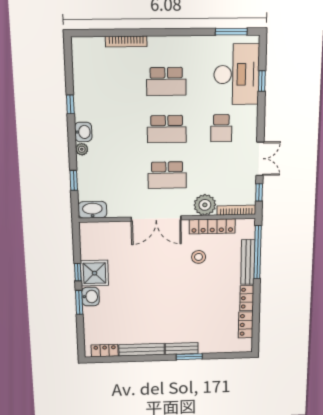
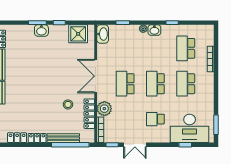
school desk: (110, 82) -> (186, 48), added
shower: (95, 273) -> (78, 34), moved

